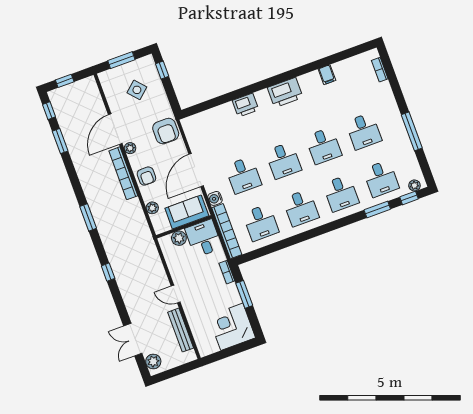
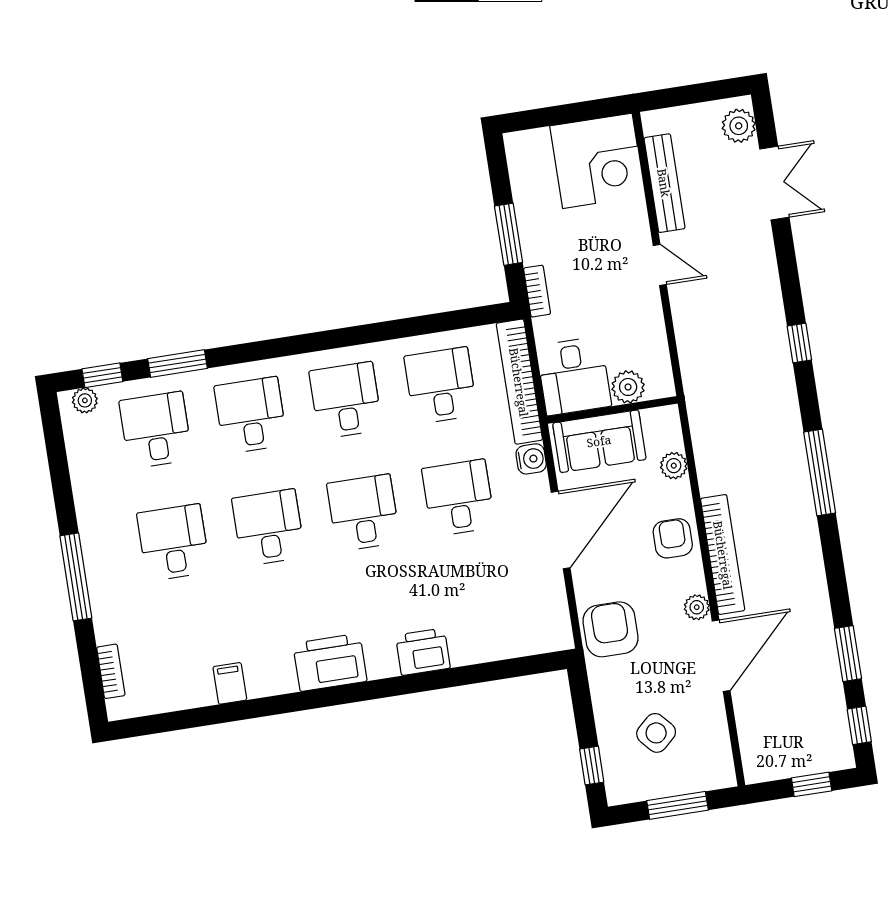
window: (412, 131) -> (76, 577), moved
window: (88, 217) -> (820, 472), width x1.44
corner desk: (232, 327) -> (597, 161), moved

